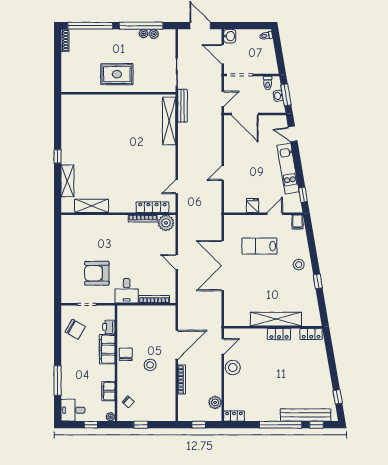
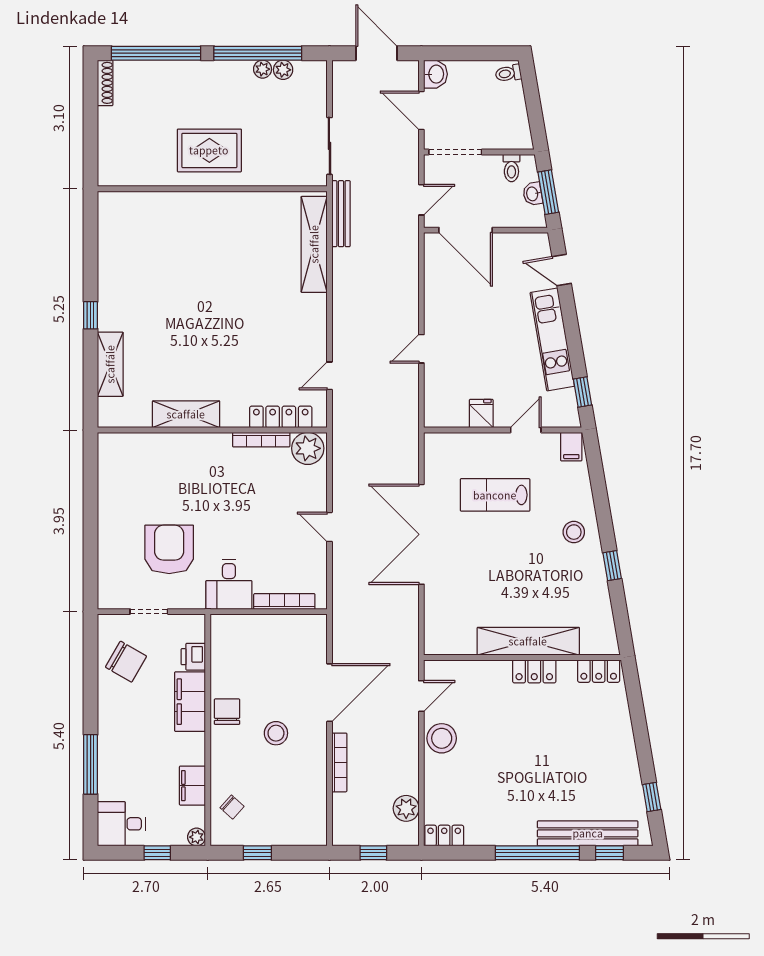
shelving: (92, 206) -> (186, 414), moved
armchair: (97, 273) -> (169, 549), turned 90

